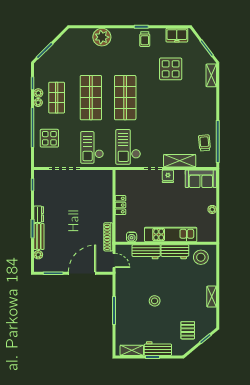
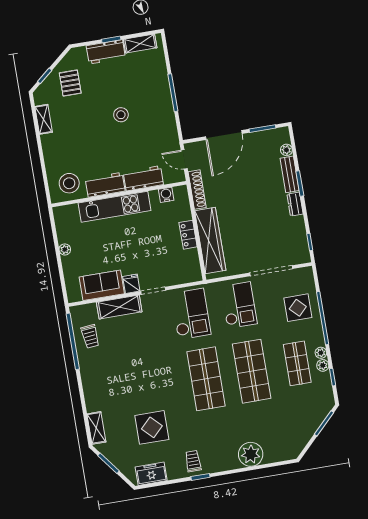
sofa: (201, 179) -> (102, 285), moved
wardrobe: (105, 198) -> (210, 241), added
shelving: (212, 297) -> (44, 119), moved

